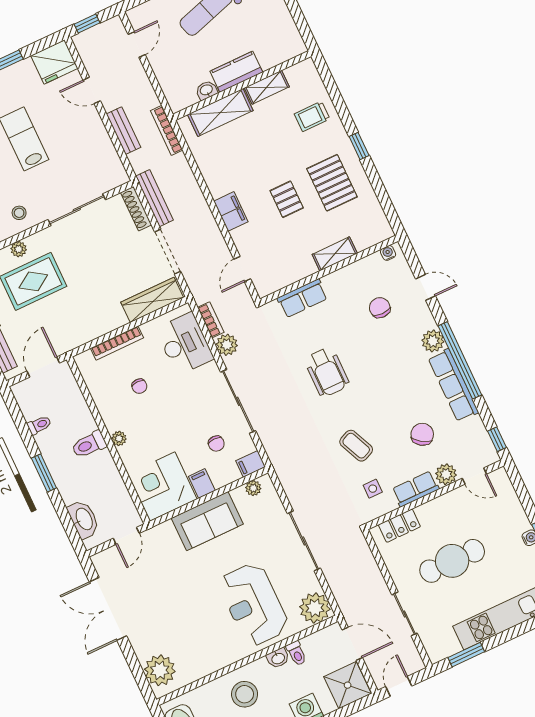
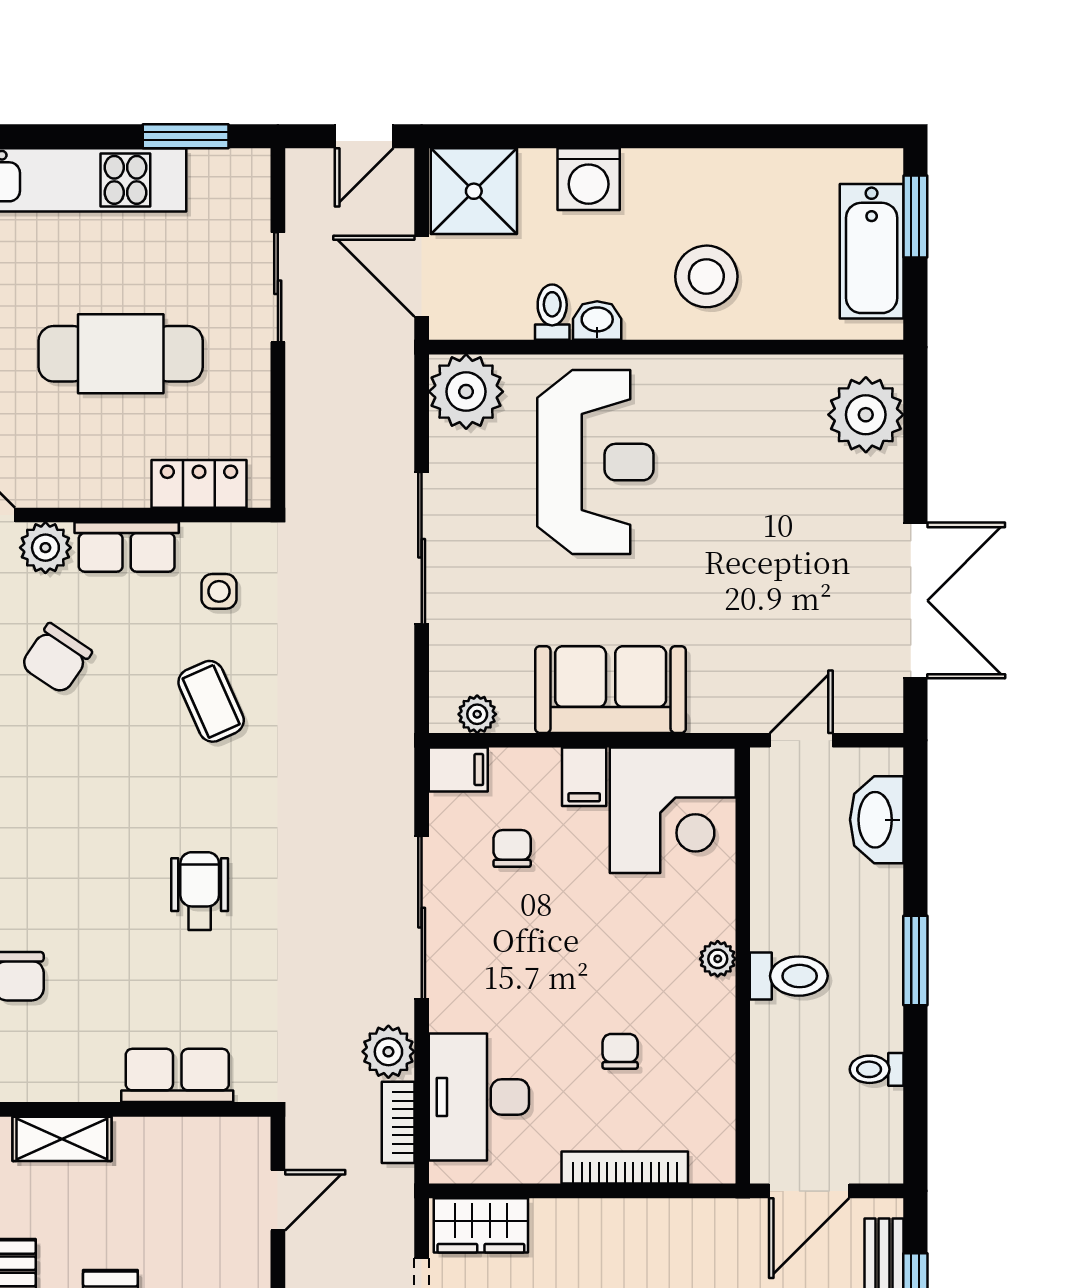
wardrobe: (152, 300) -> (481, 1225), width x0.67
wheelchair: (327, 372) -> (200, 891), width x0.73, depth x0.73

